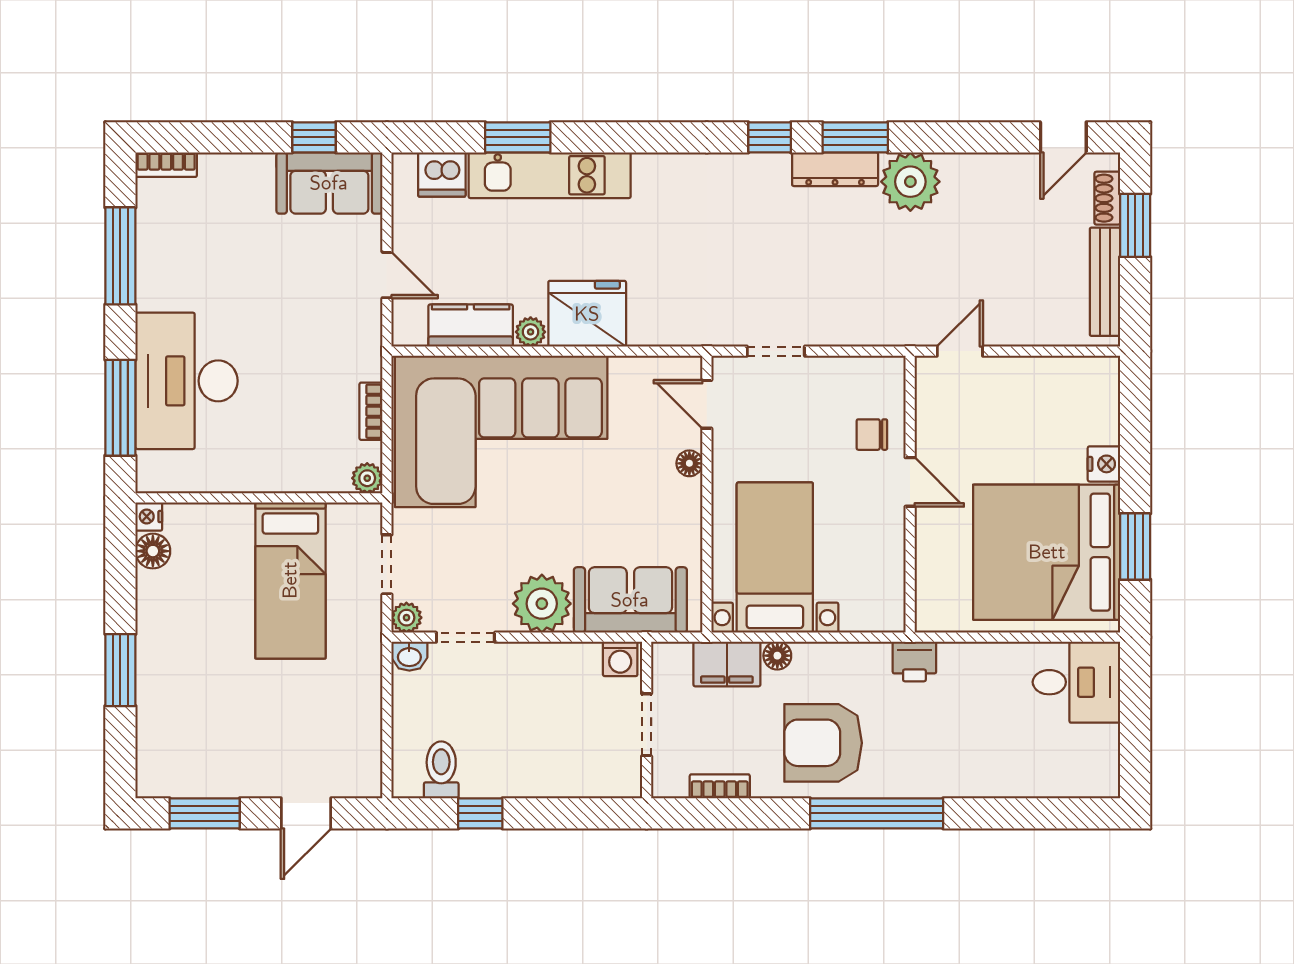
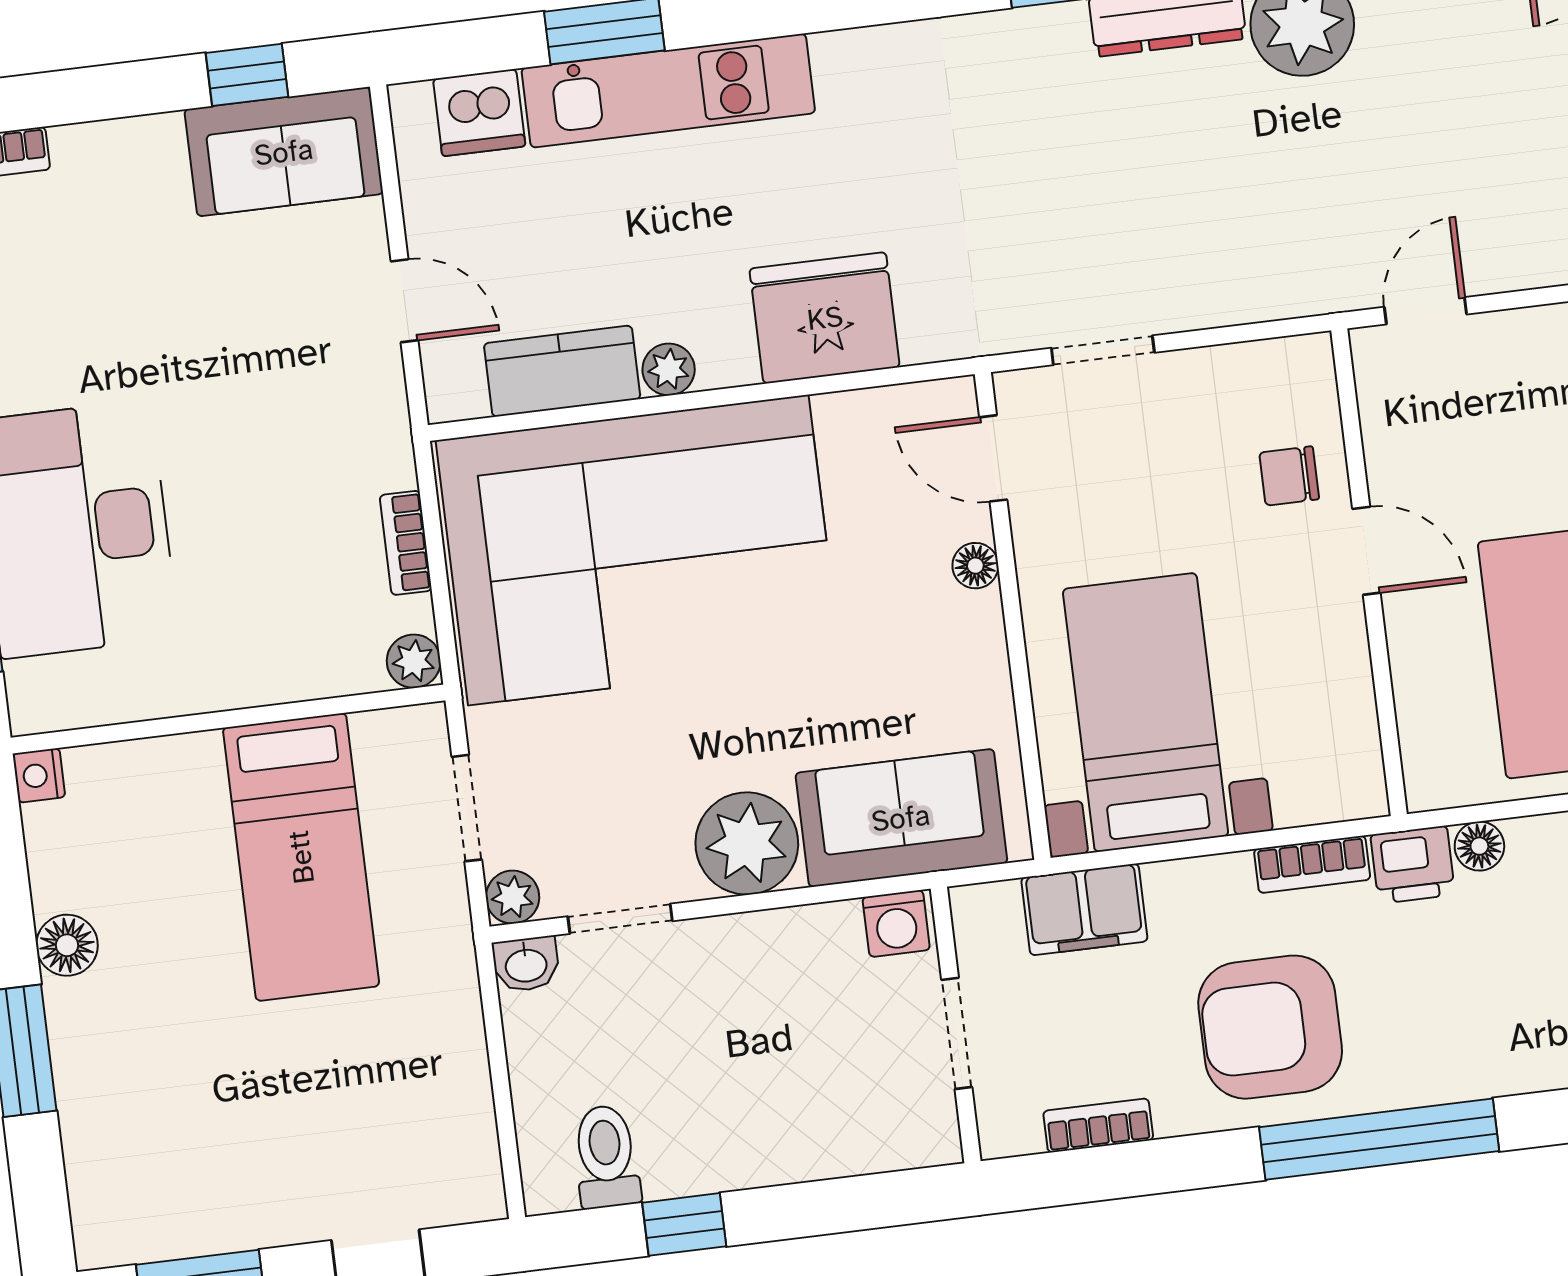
fridge: (587, 314) -> (825, 318), moved
floor lamp: (153, 551) -> (67, 945), moved
bookcase: (858, 654) -> (1312, 864), added
floor lamp: (777, 656) -> (1479, 846), moved

